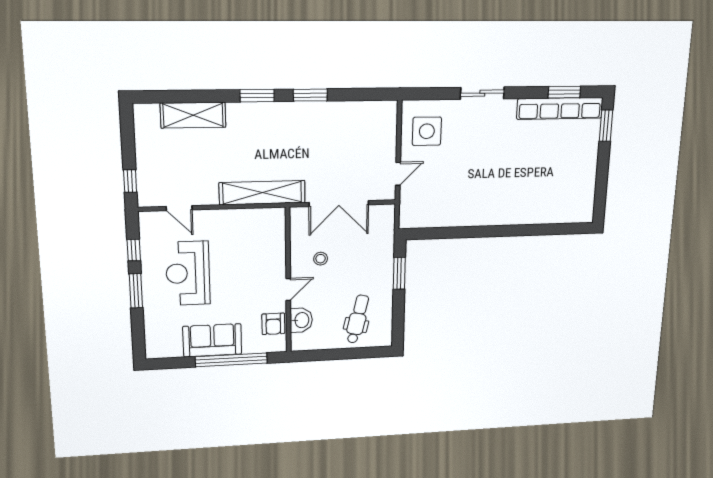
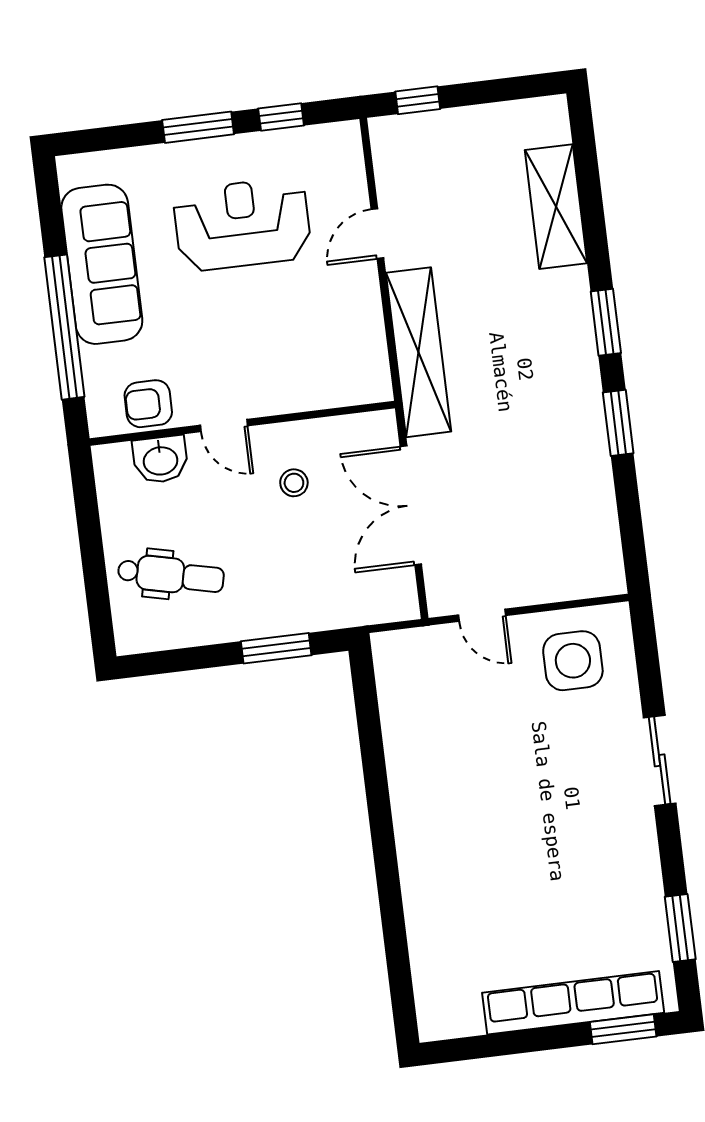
row of seats: (560, 108) -> (573, 1003), moved, turned 90
door: (179, 208) -> (377, 234), moved
sofa: (212, 340) -> (102, 264), width x1.36

